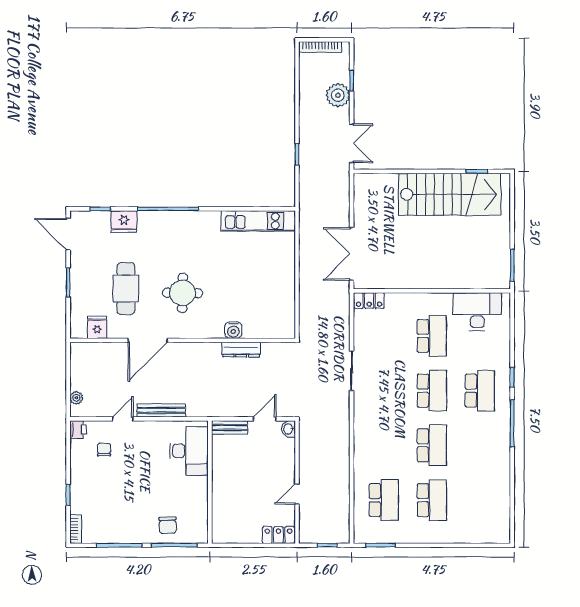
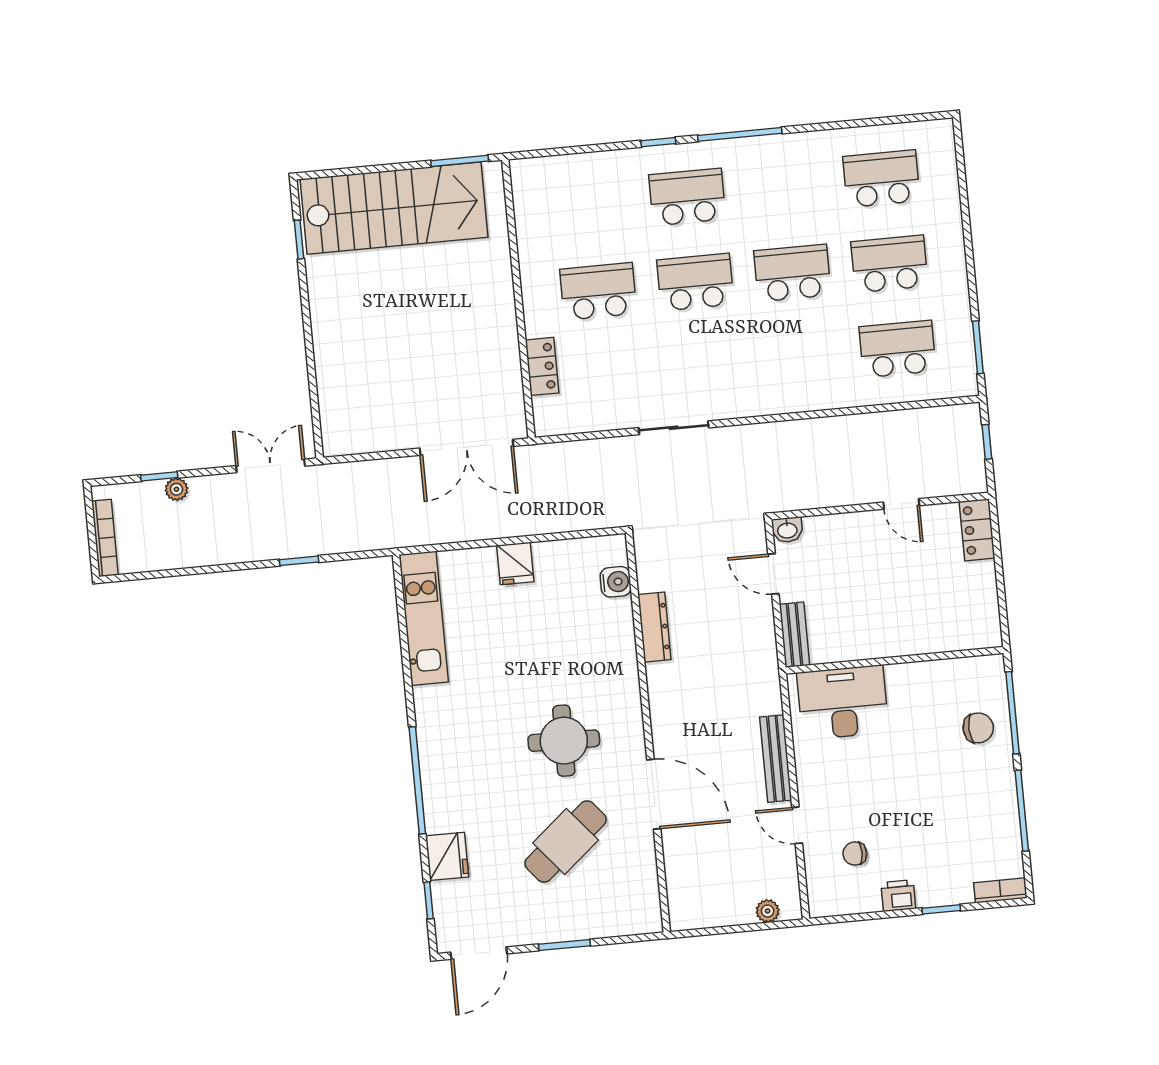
plant: (338, 95) -> (176, 489), width x0.53, depth x0.53
stairs: (450, 194) -> (394, 208), moved, turned 90
cafe table: (126, 289) -> (566, 842), turned -40
locker: (369, 300) -> (542, 366), moved
desk: (477, 312) -> (547, 215), removed
fridge: (97, 327) -> (515, 564), moved, turned -90
water cooler: (233, 330) -> (616, 582), moved
printer: (78, 430) -> (898, 896), moved
school desk: (480, 500) -> (881, 179), added

